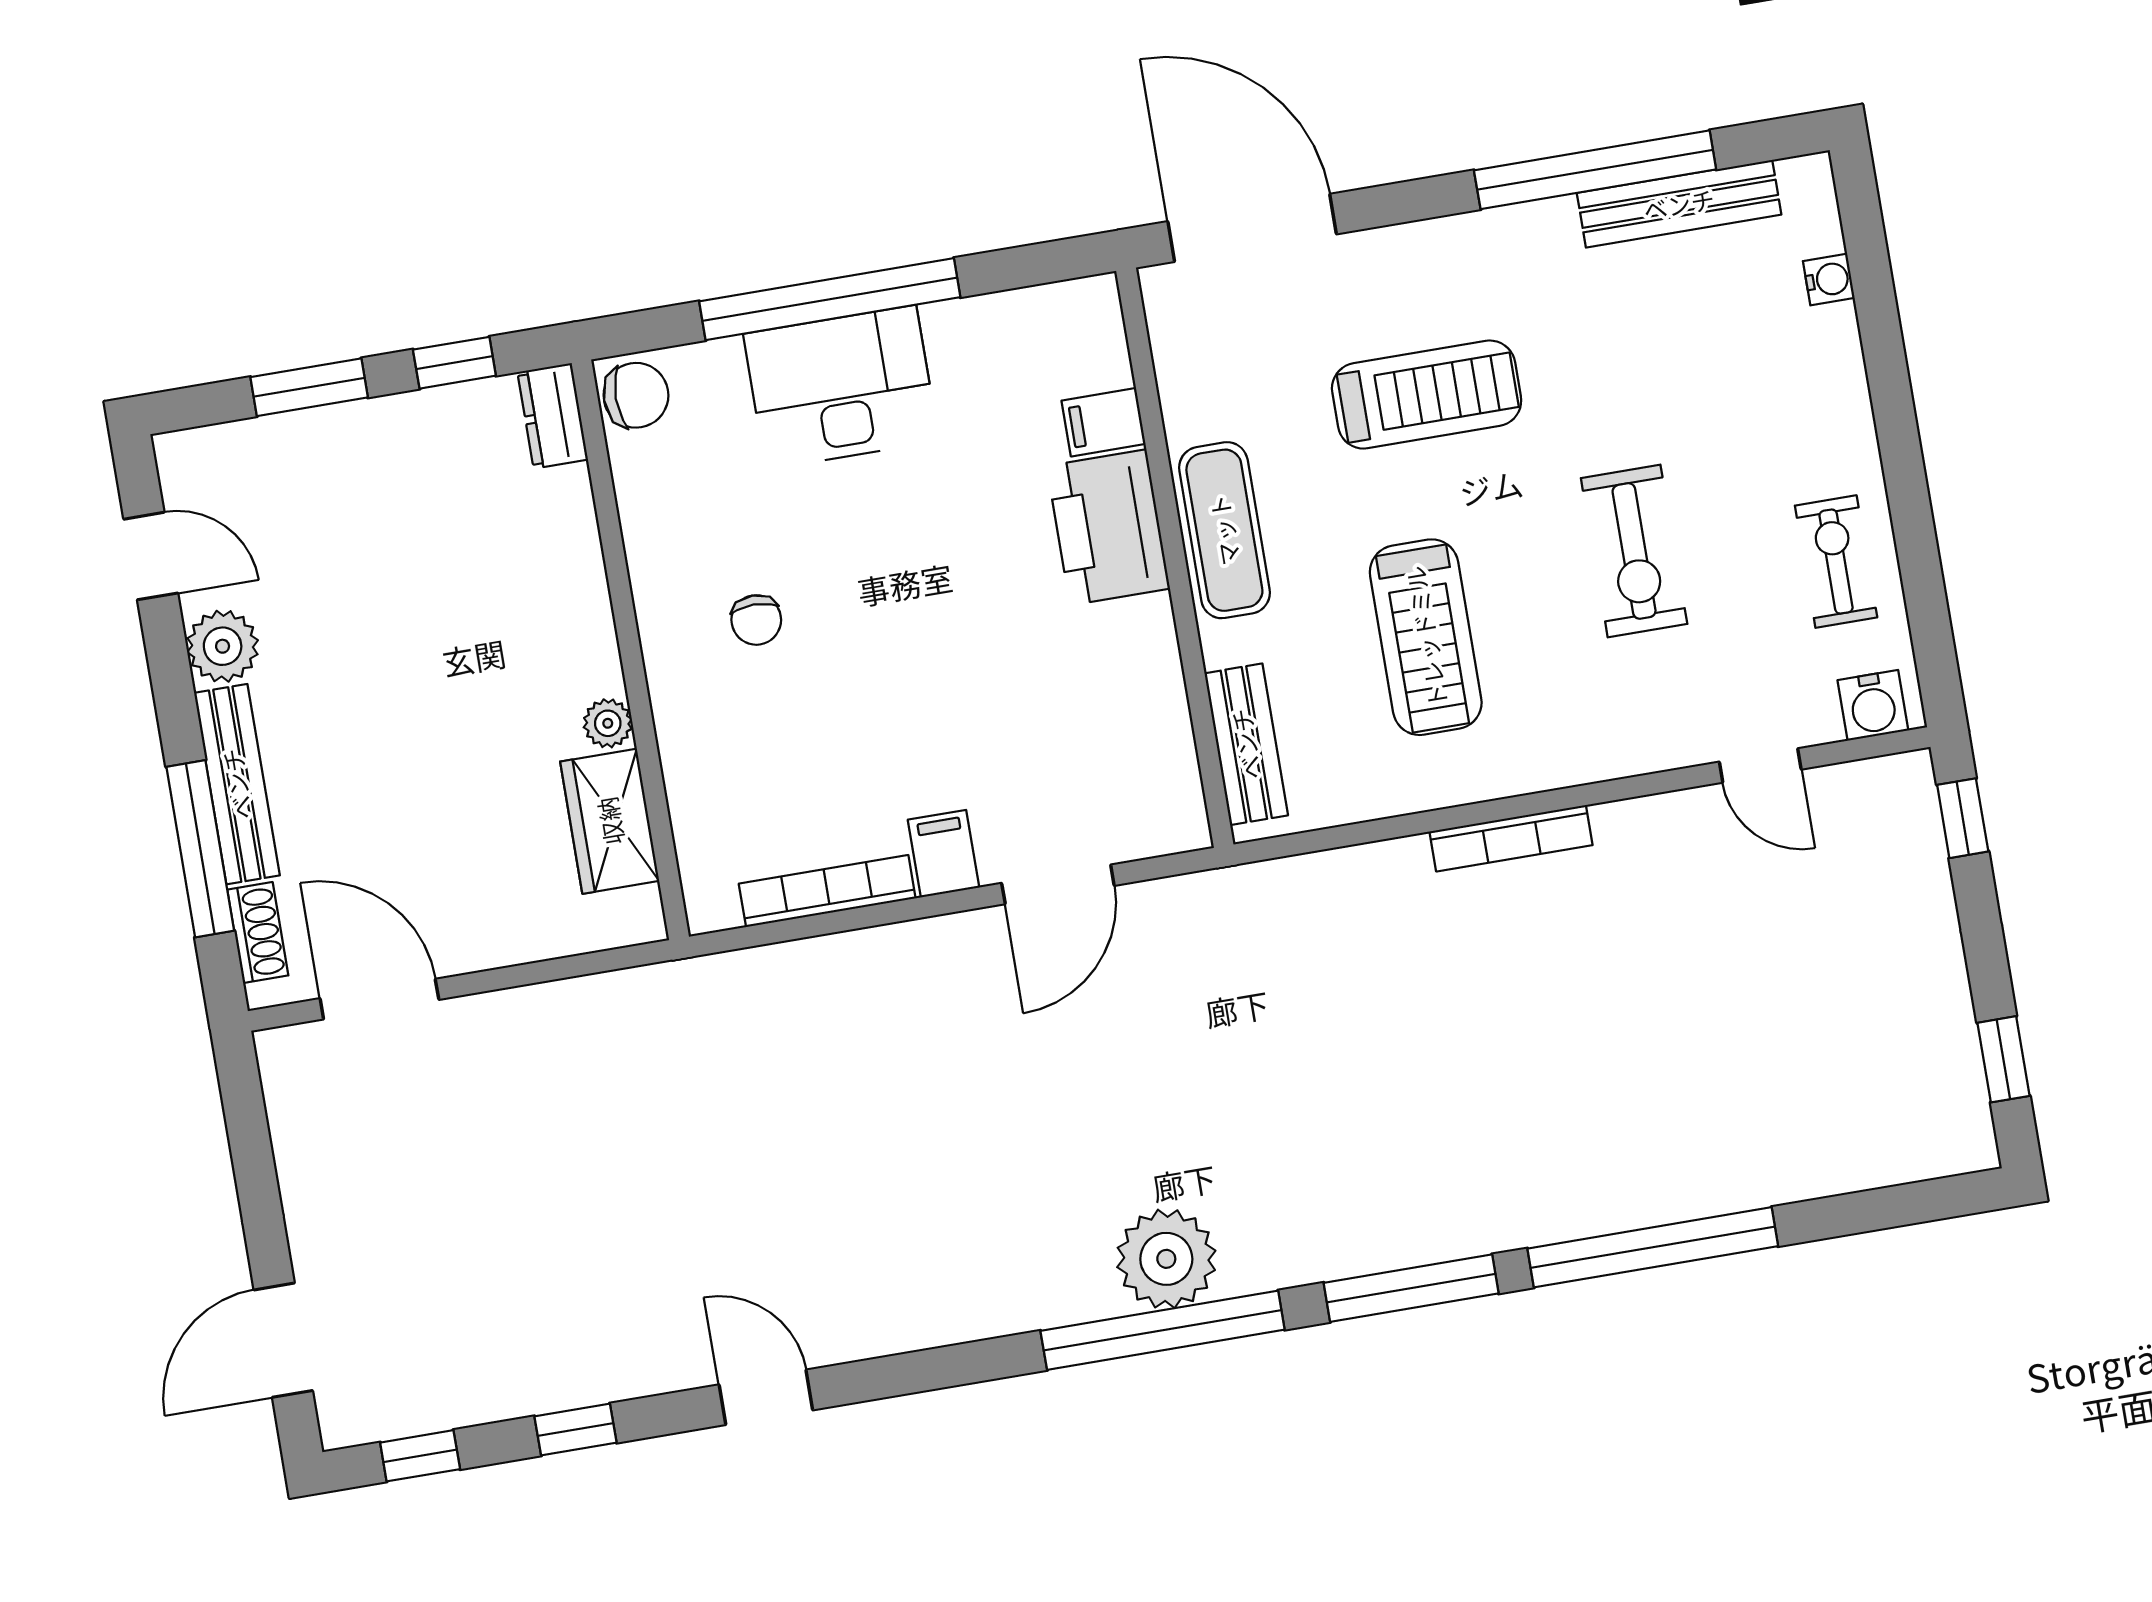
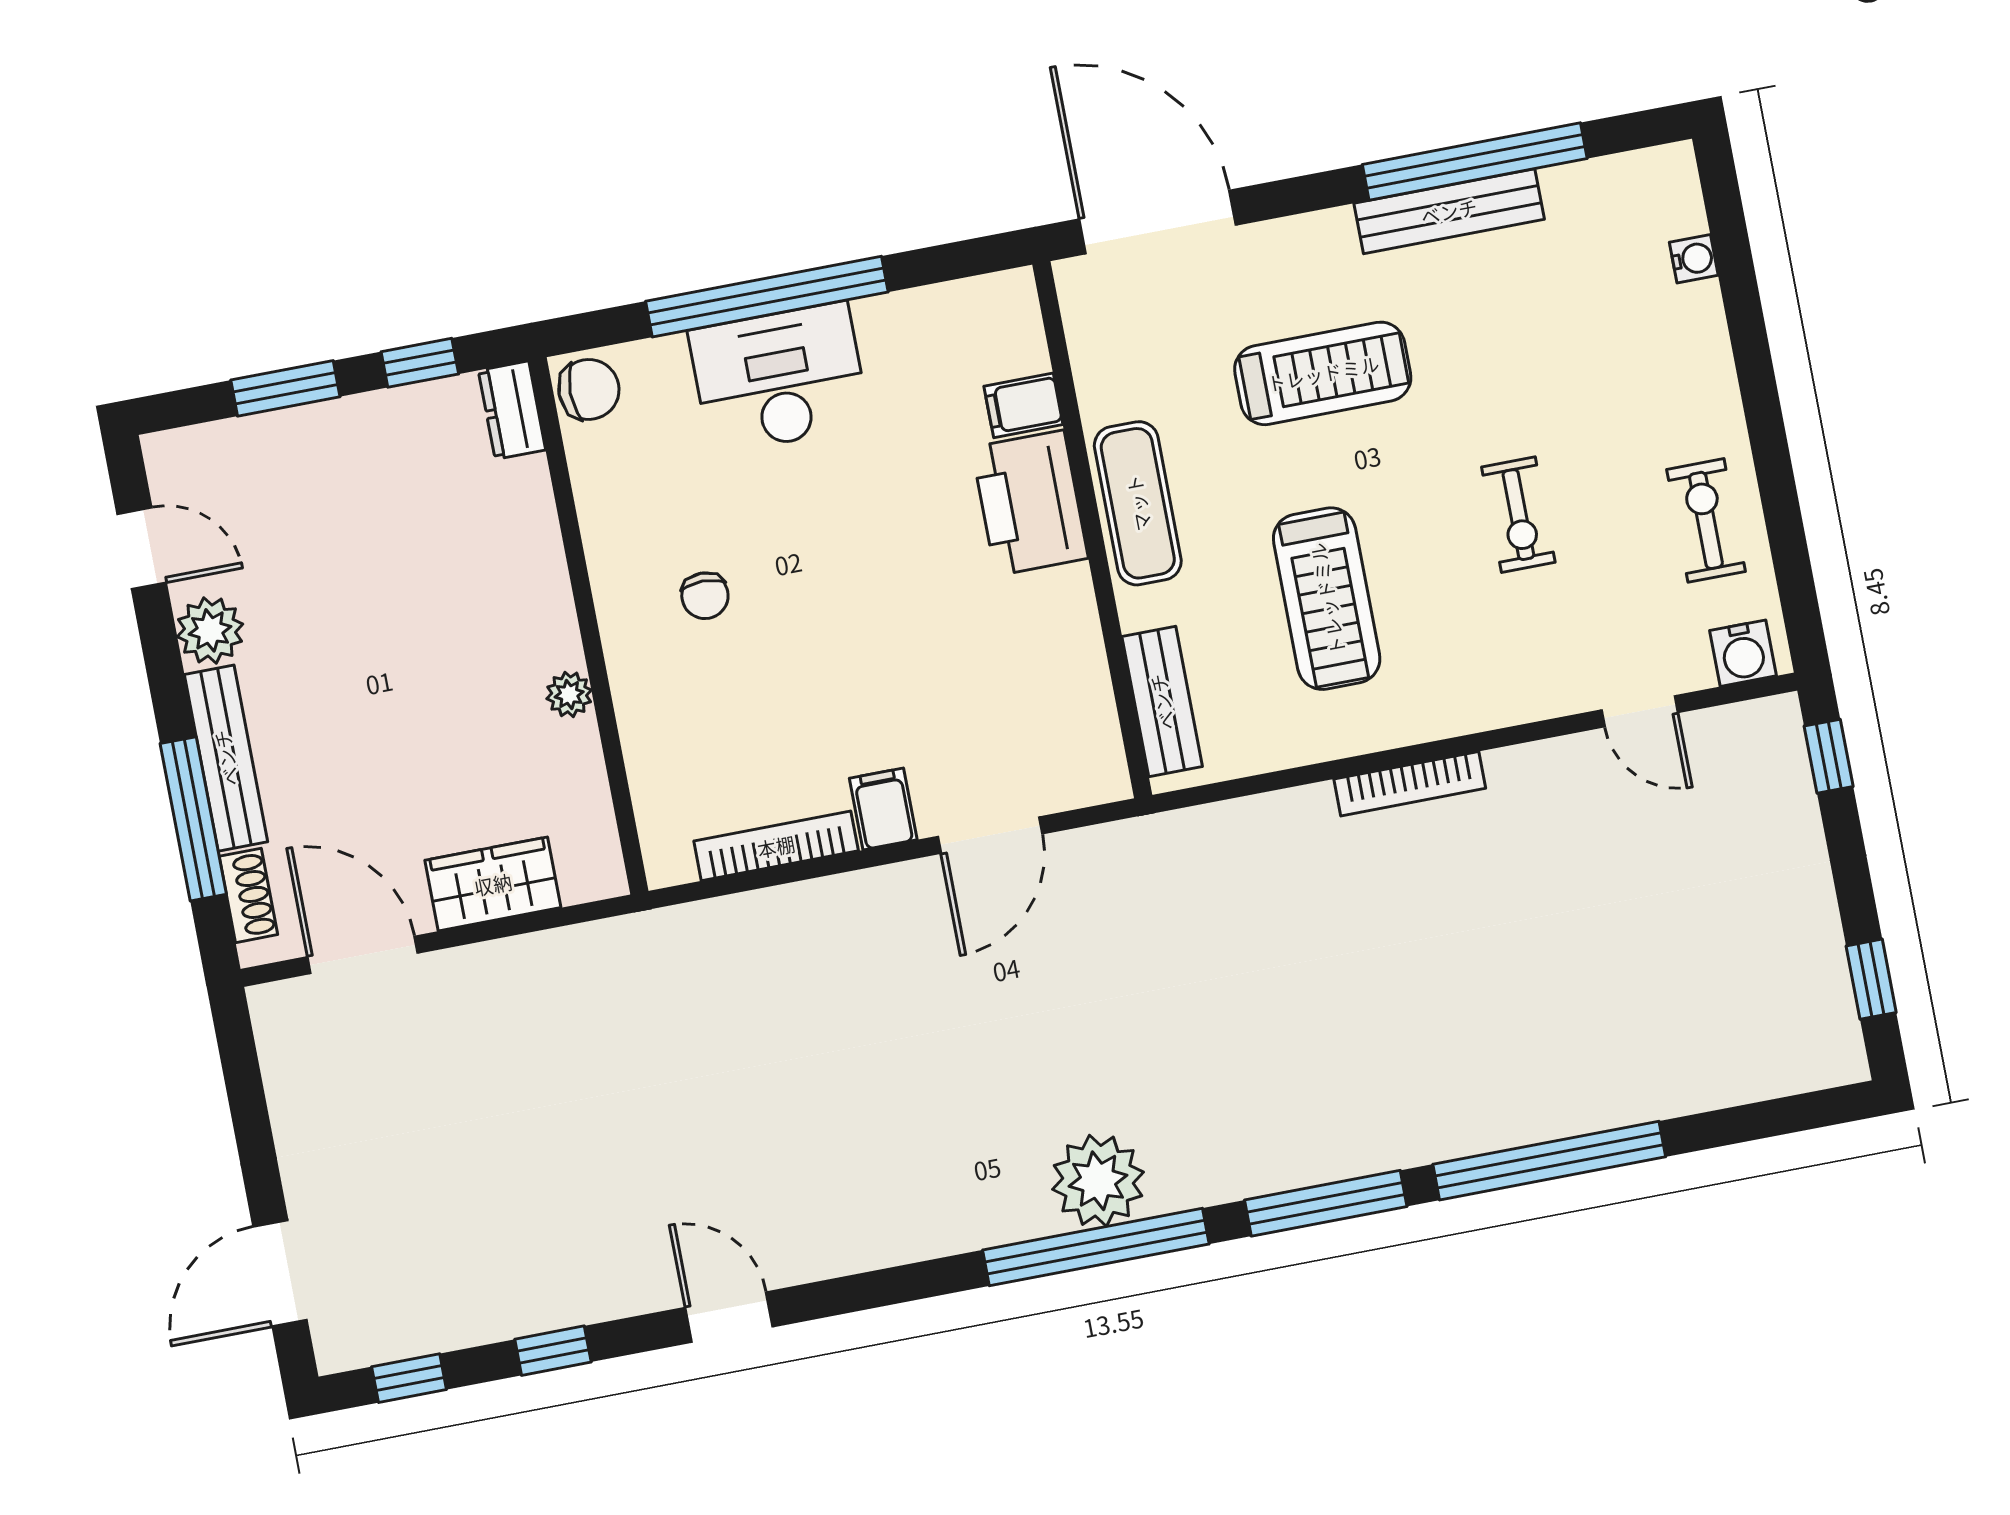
bench: (1679, 204) -> (1449, 211), moved
exercise bike: (1634, 551) -> (1518, 515), width x0.73, depth x0.72
wardrobe: (610, 821) -> (493, 884), moved, turned 90

